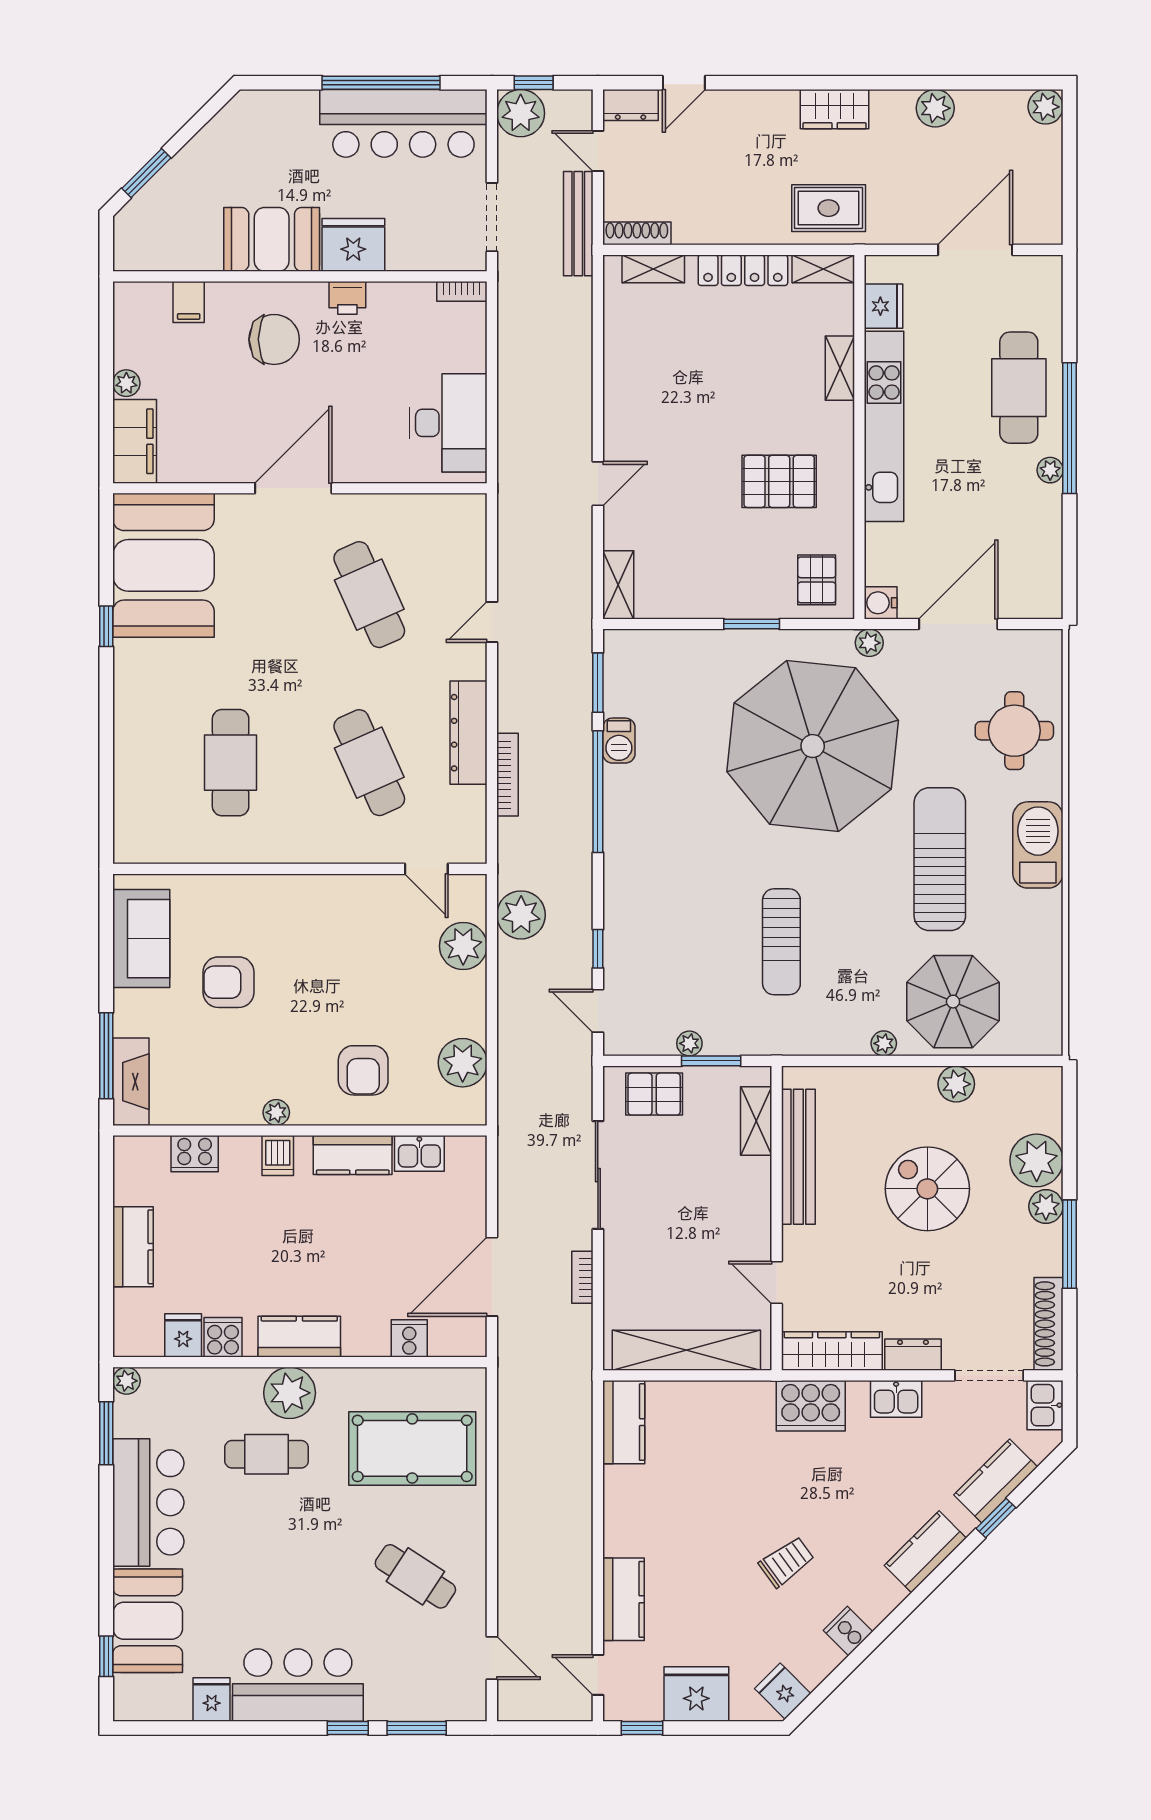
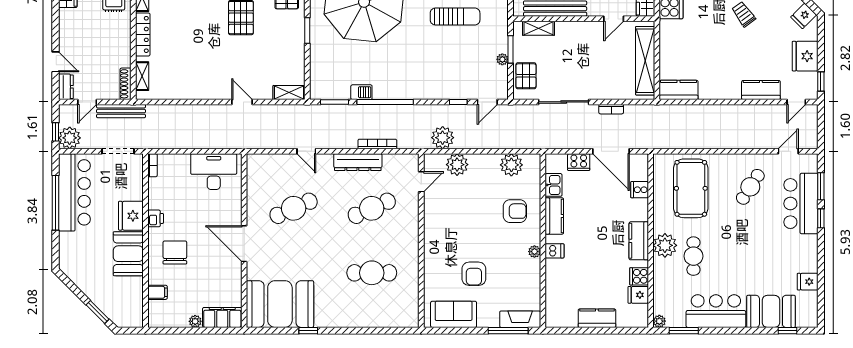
cooker: (195, 1154) -> (579, 162), moved, turned 90
bar counter: (298, 1685) -> (801, 204), moved

